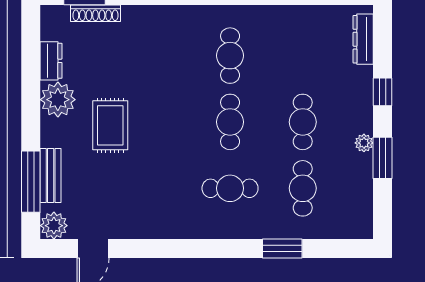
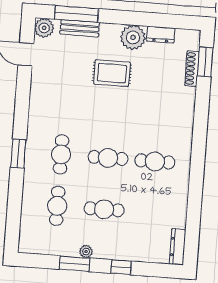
dresser: (363, 39) -> (178, 247), moved, turned -90
cafe table: (303, 188) -> (57, 206), turned 90
window: (282, 249) -> (18, 154), moved

